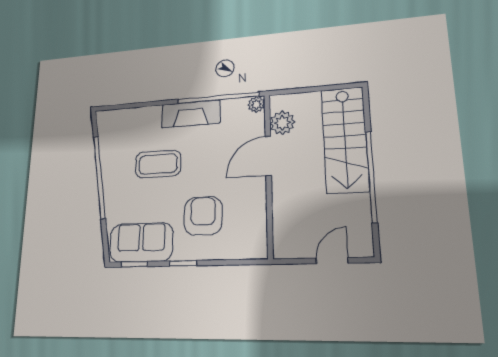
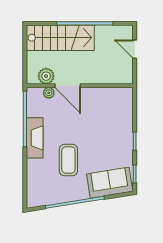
plant: (256, 104) -> (49, 93), moved
armchair: (203, 216) -> (105, 128), removed
sofa: (141, 242) -> (110, 183), moved, turned 81

